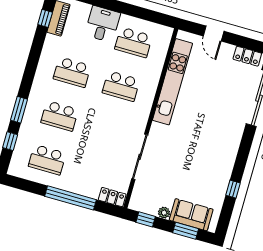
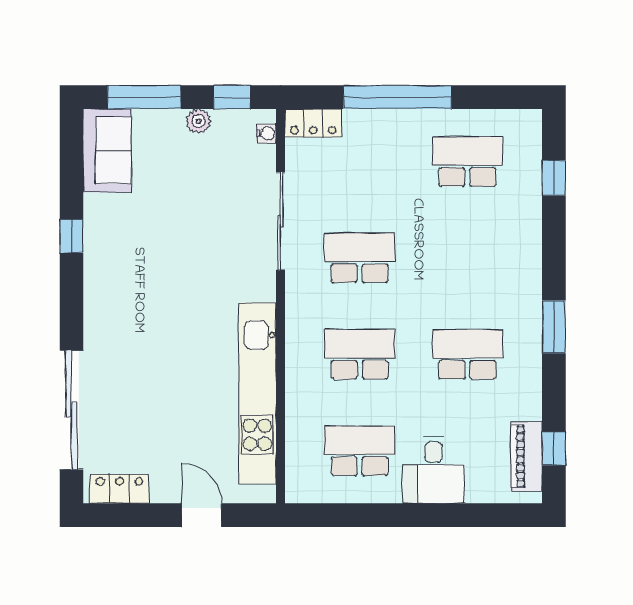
window: (19, 110) -> (554, 327), moved
school desk: (60, 116) -> (360, 258), moved
window: (233, 189) -> (71, 236), moved
water cooler: (135, 198) -> (266, 134), added
sofa: (191, 215) -> (107, 151), moved, turned -90
window: (186, 231) -> (144, 97), width x1.44

